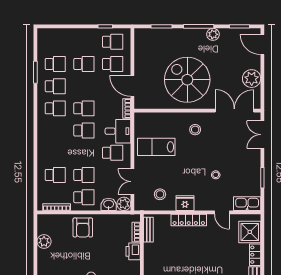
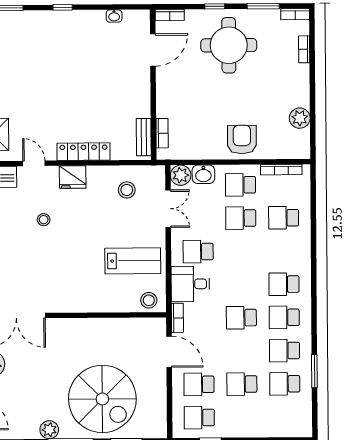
spiral stairs: (187, 80) -> (102, 399), moved
stool: (195, 130) -> (149, 300), moved
school desk: (84, 131) -> (284, 284), moved
fridge: (185, 203) -> (73, 177), moved
printer: (133, 251) -> (166, 104), removed

